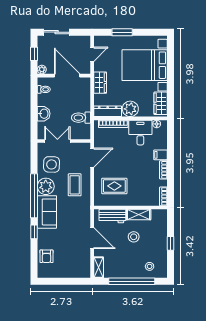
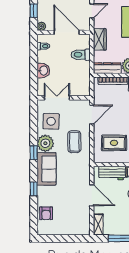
toilet: (81, 118) -> (81, 55), moved
window: (34, 196) -> (34, 153), width x0.32

